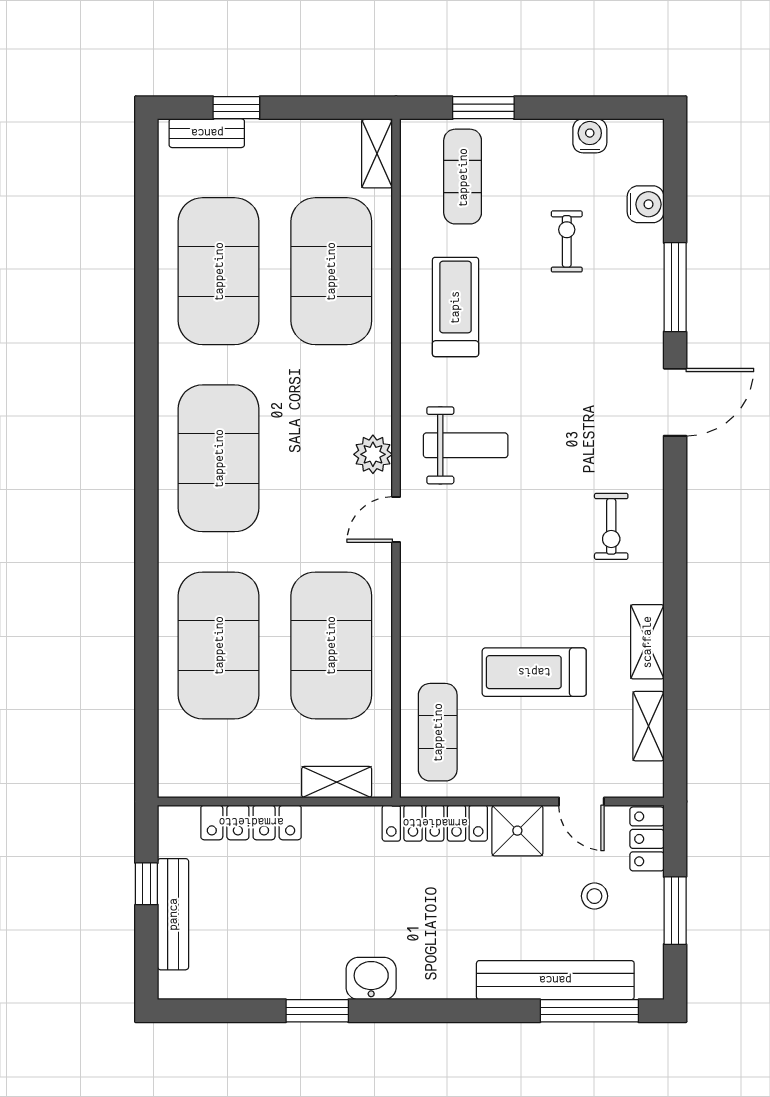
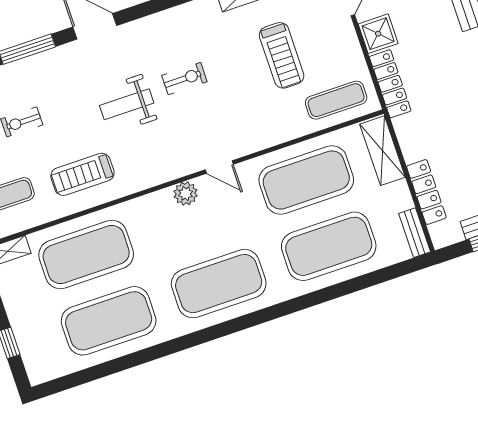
bench: (207, 133) -> (415, 233), moved
weight bench: (466, 445) -> (127, 104), moved, turned -90
exercise bike: (611, 526) -> (184, 79), moved
shelving: (337, 782) -> (383, 151), width x1.50, depth x1.33

